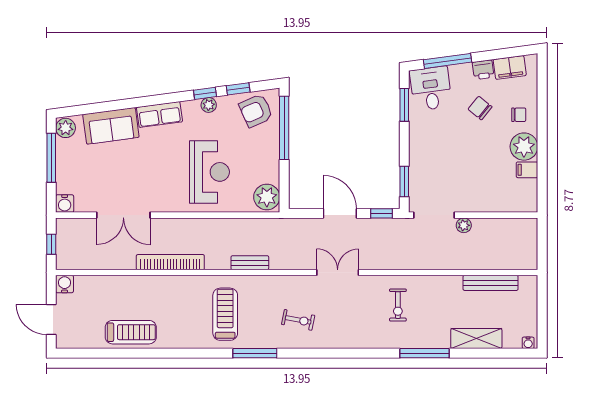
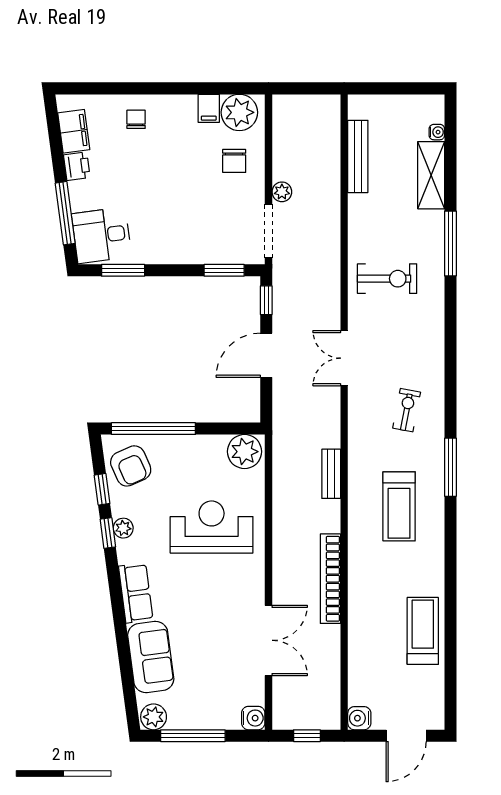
chair: (480, 108) -> (234, 161), moved, turned -39
plant: (524, 147) -> (239, 112), moved
exercise bike: (398, 305) -> (387, 279), width x1.38, depth x1.39
treadmill: (225, 314) -> (399, 506), turned -90
water cooler: (528, 343) -> (437, 132), moved

